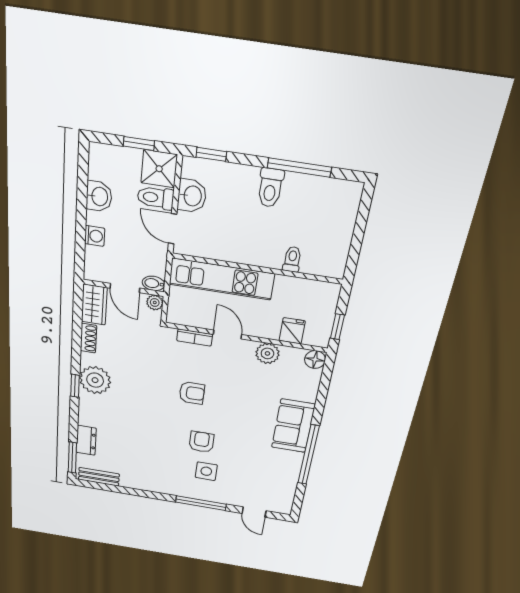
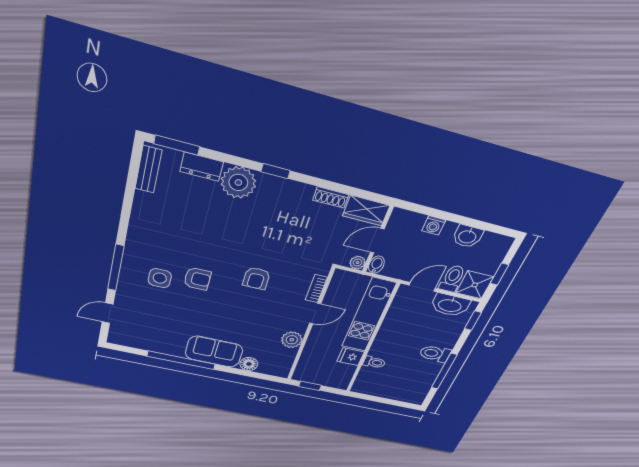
washbasin: (192, 196) -> (450, 305), width x1.38
fridge: (292, 331) -> (351, 357), moved, turned 180
floor lamp: (315, 360) -> (249, 364), moved
plant: (95, 380) -> (238, 182), moved

